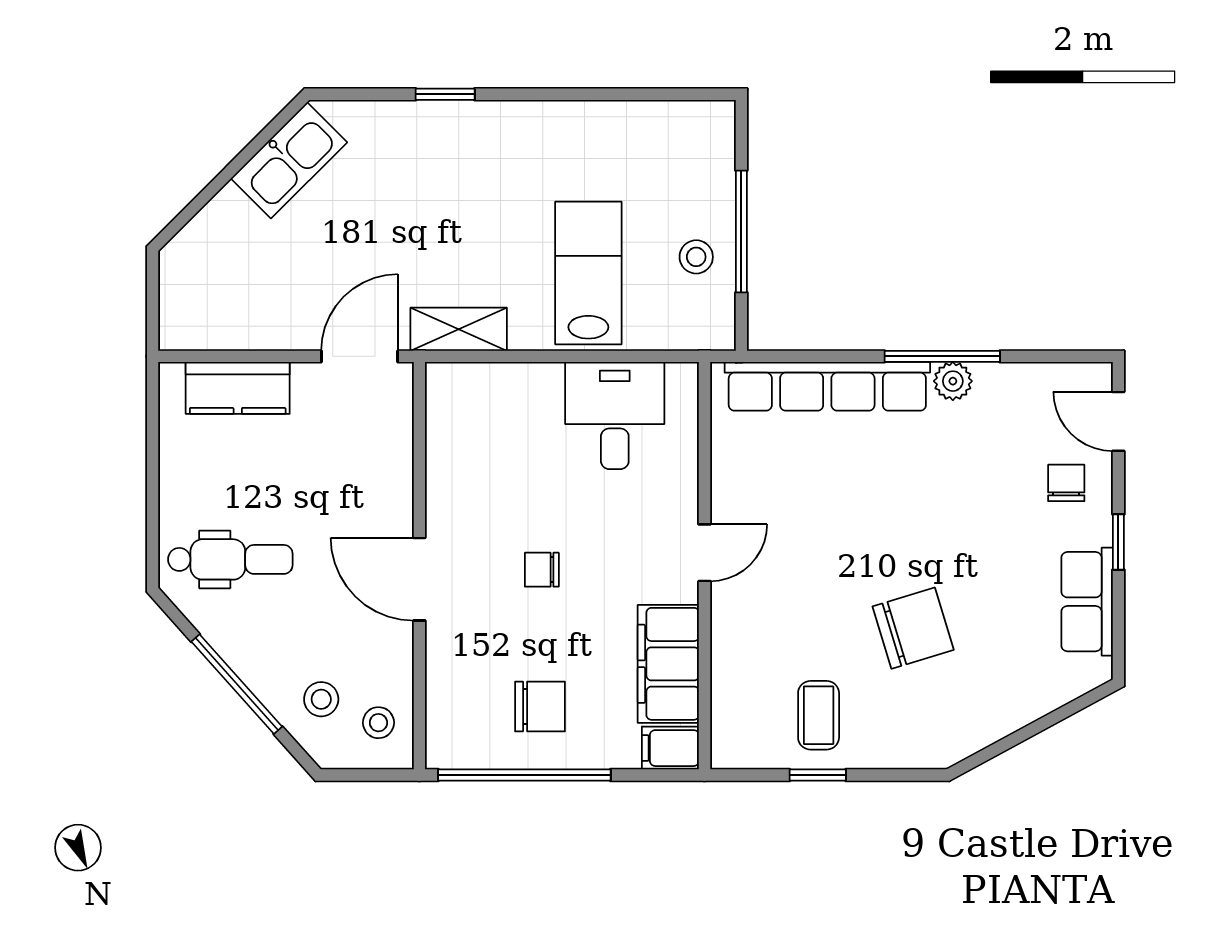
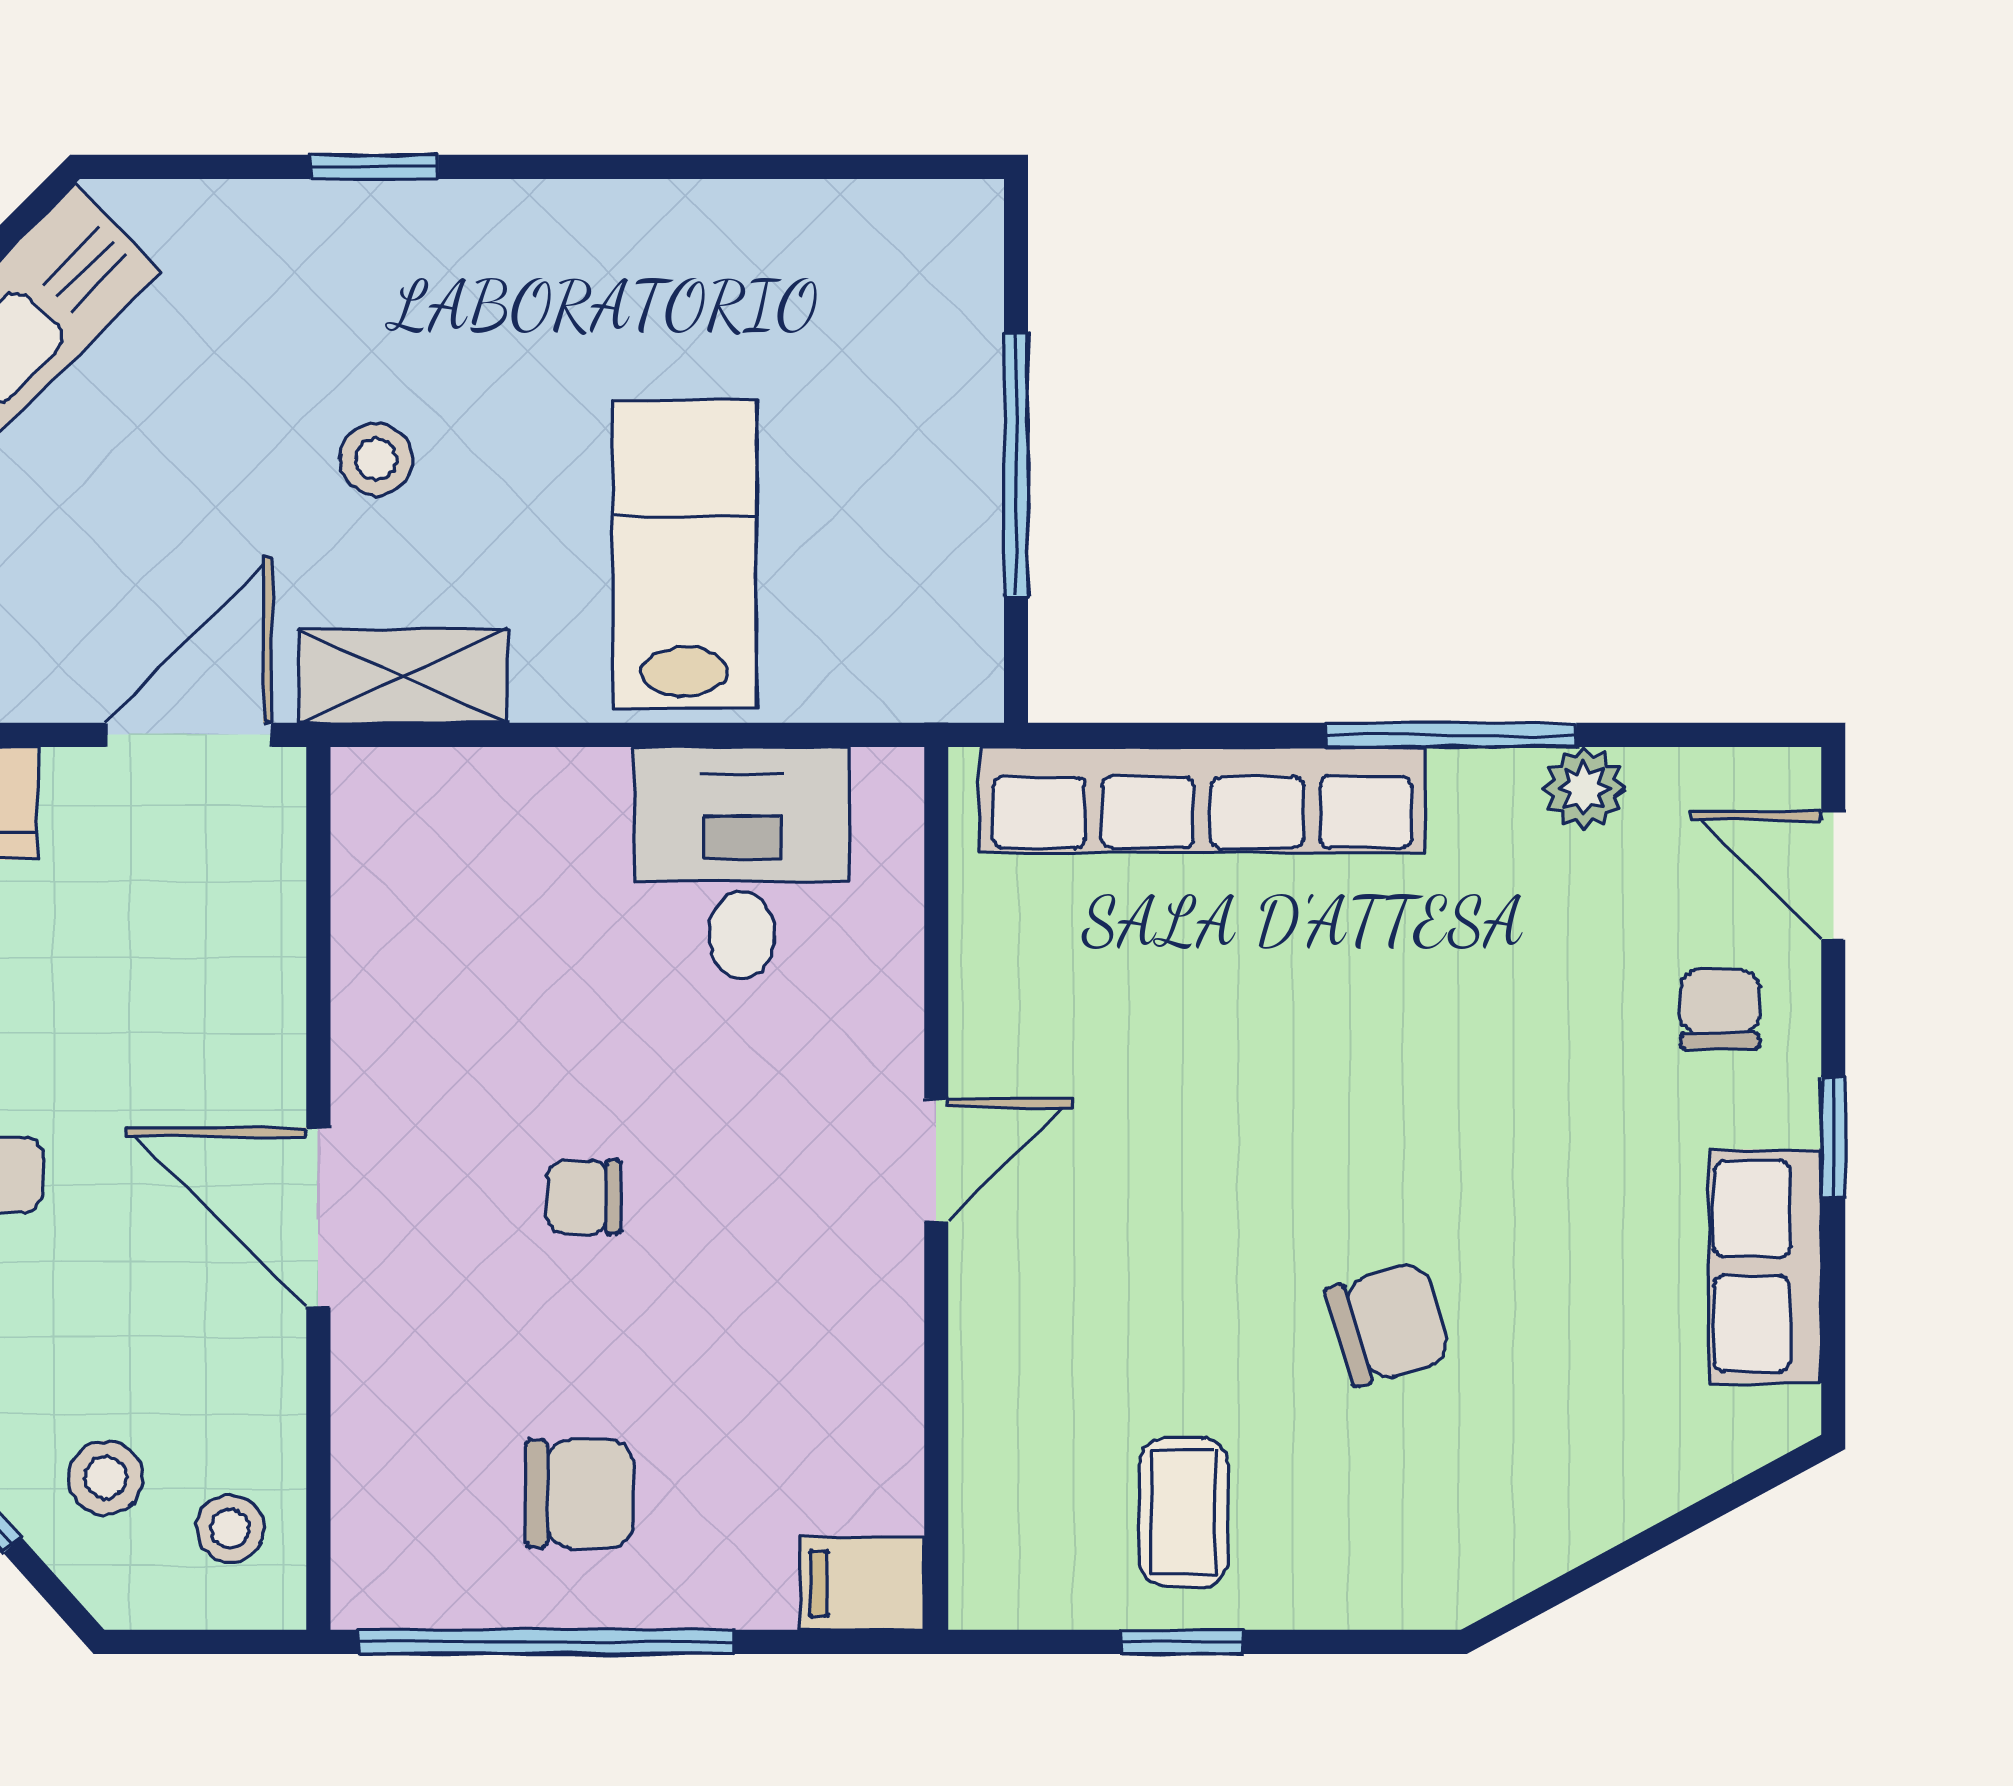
stool: (696, 257) -> (376, 459), moved
plant: (953, 381) -> (1584, 788), moved
chair: (913, 628) -> (1388, 1324), width x0.73, depth x0.73
filing cabinet: (668, 664) -> (858, 1401), removed

